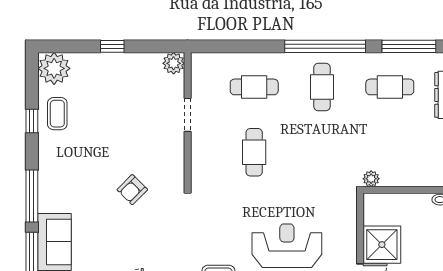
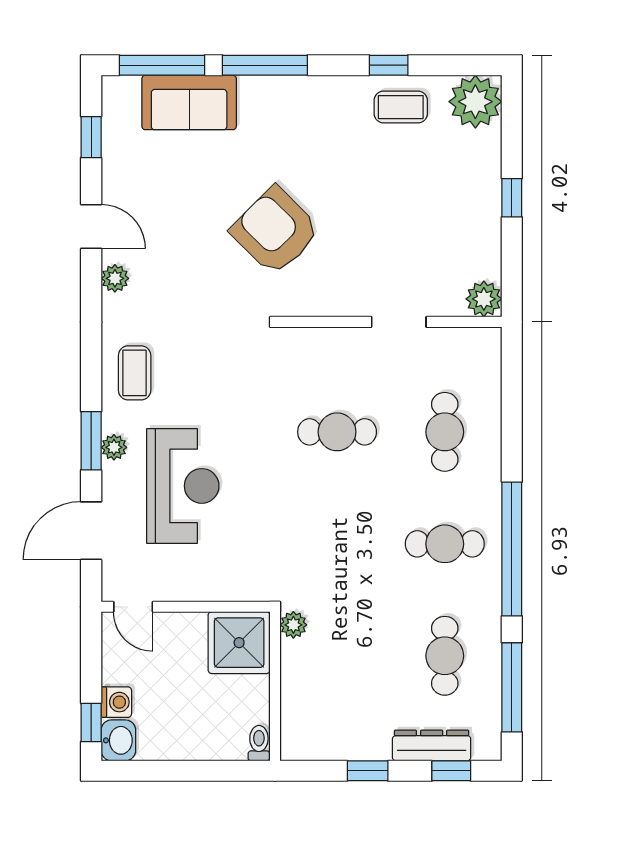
armchair: (132, 190) -> (275, 231), width x1.88, depth x1.88
shower: (382, 245) -> (239, 643), moved

